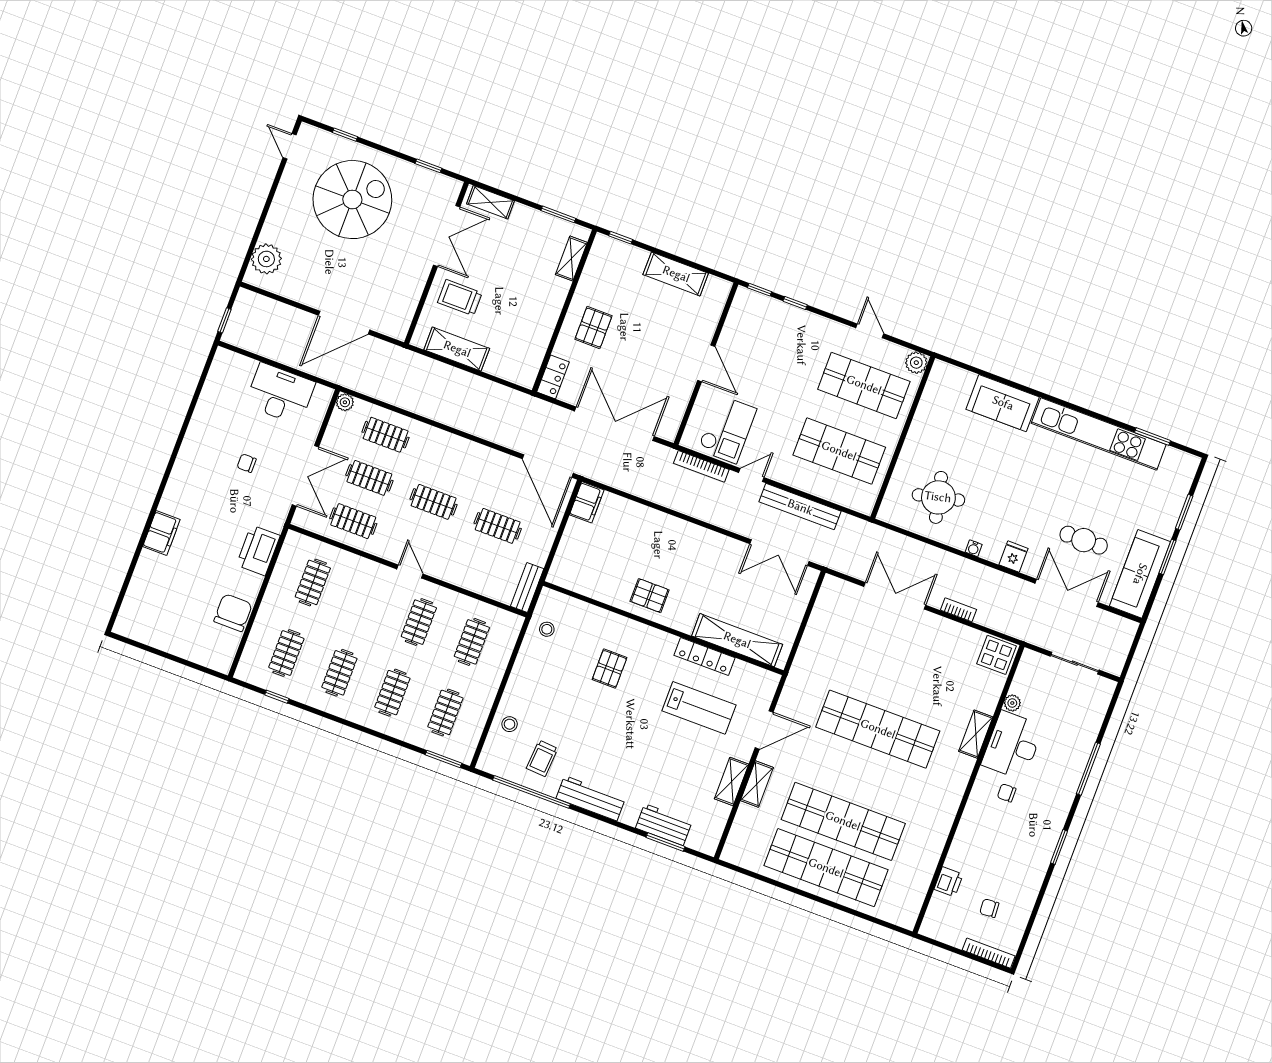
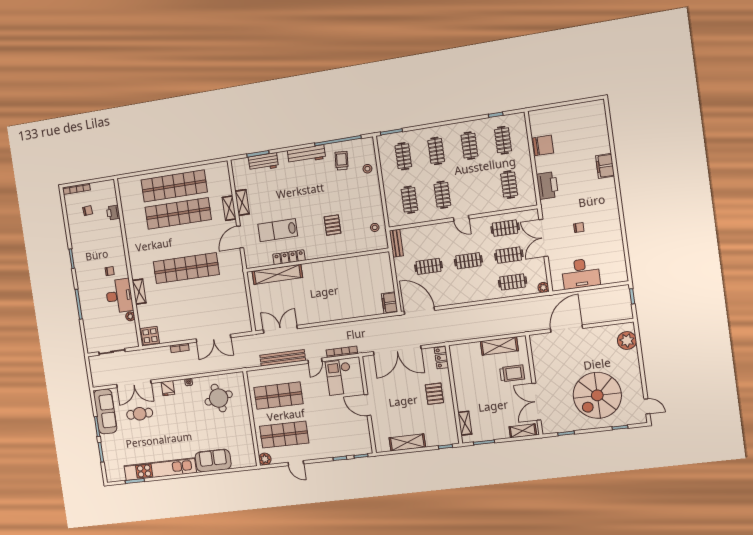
pallet: (650, 596) -> (332, 273), removed
chair: (233, 613) -> (543, 145), turned -90

